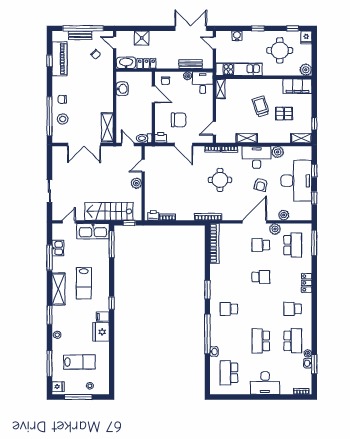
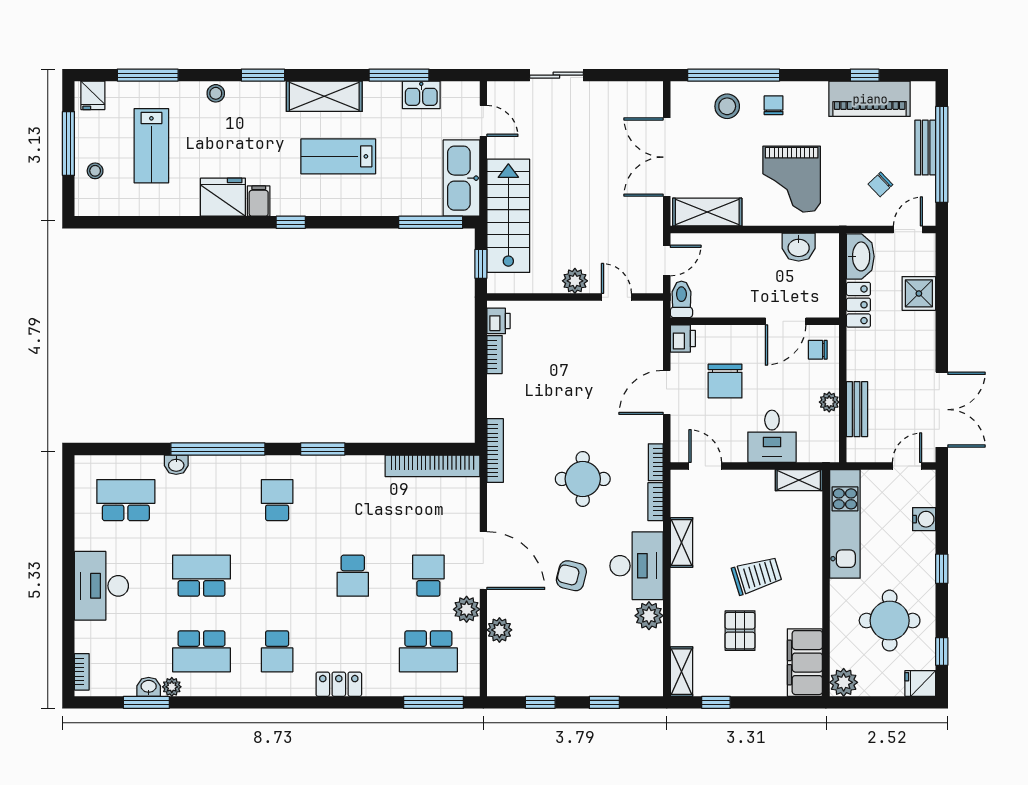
desk: (203, 83) -> (772, 436), moved, turned 90
grand piano: (93, 92) -> (792, 179), added
desk: (296, 181) -> (581, 660), removed
school desk: (293, 309) -> (277, 651), turned 180

